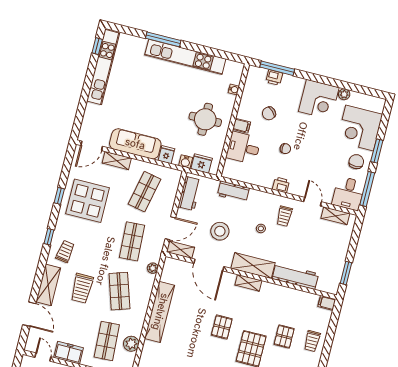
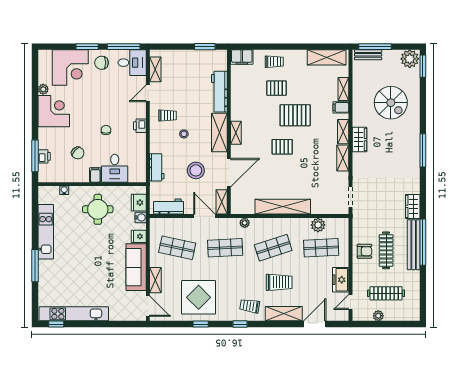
kitchen unit: (185, 57) -> (46, 232), width x0.73
filing cabinet: (327, 303) -> (242, 57), width x2.00

